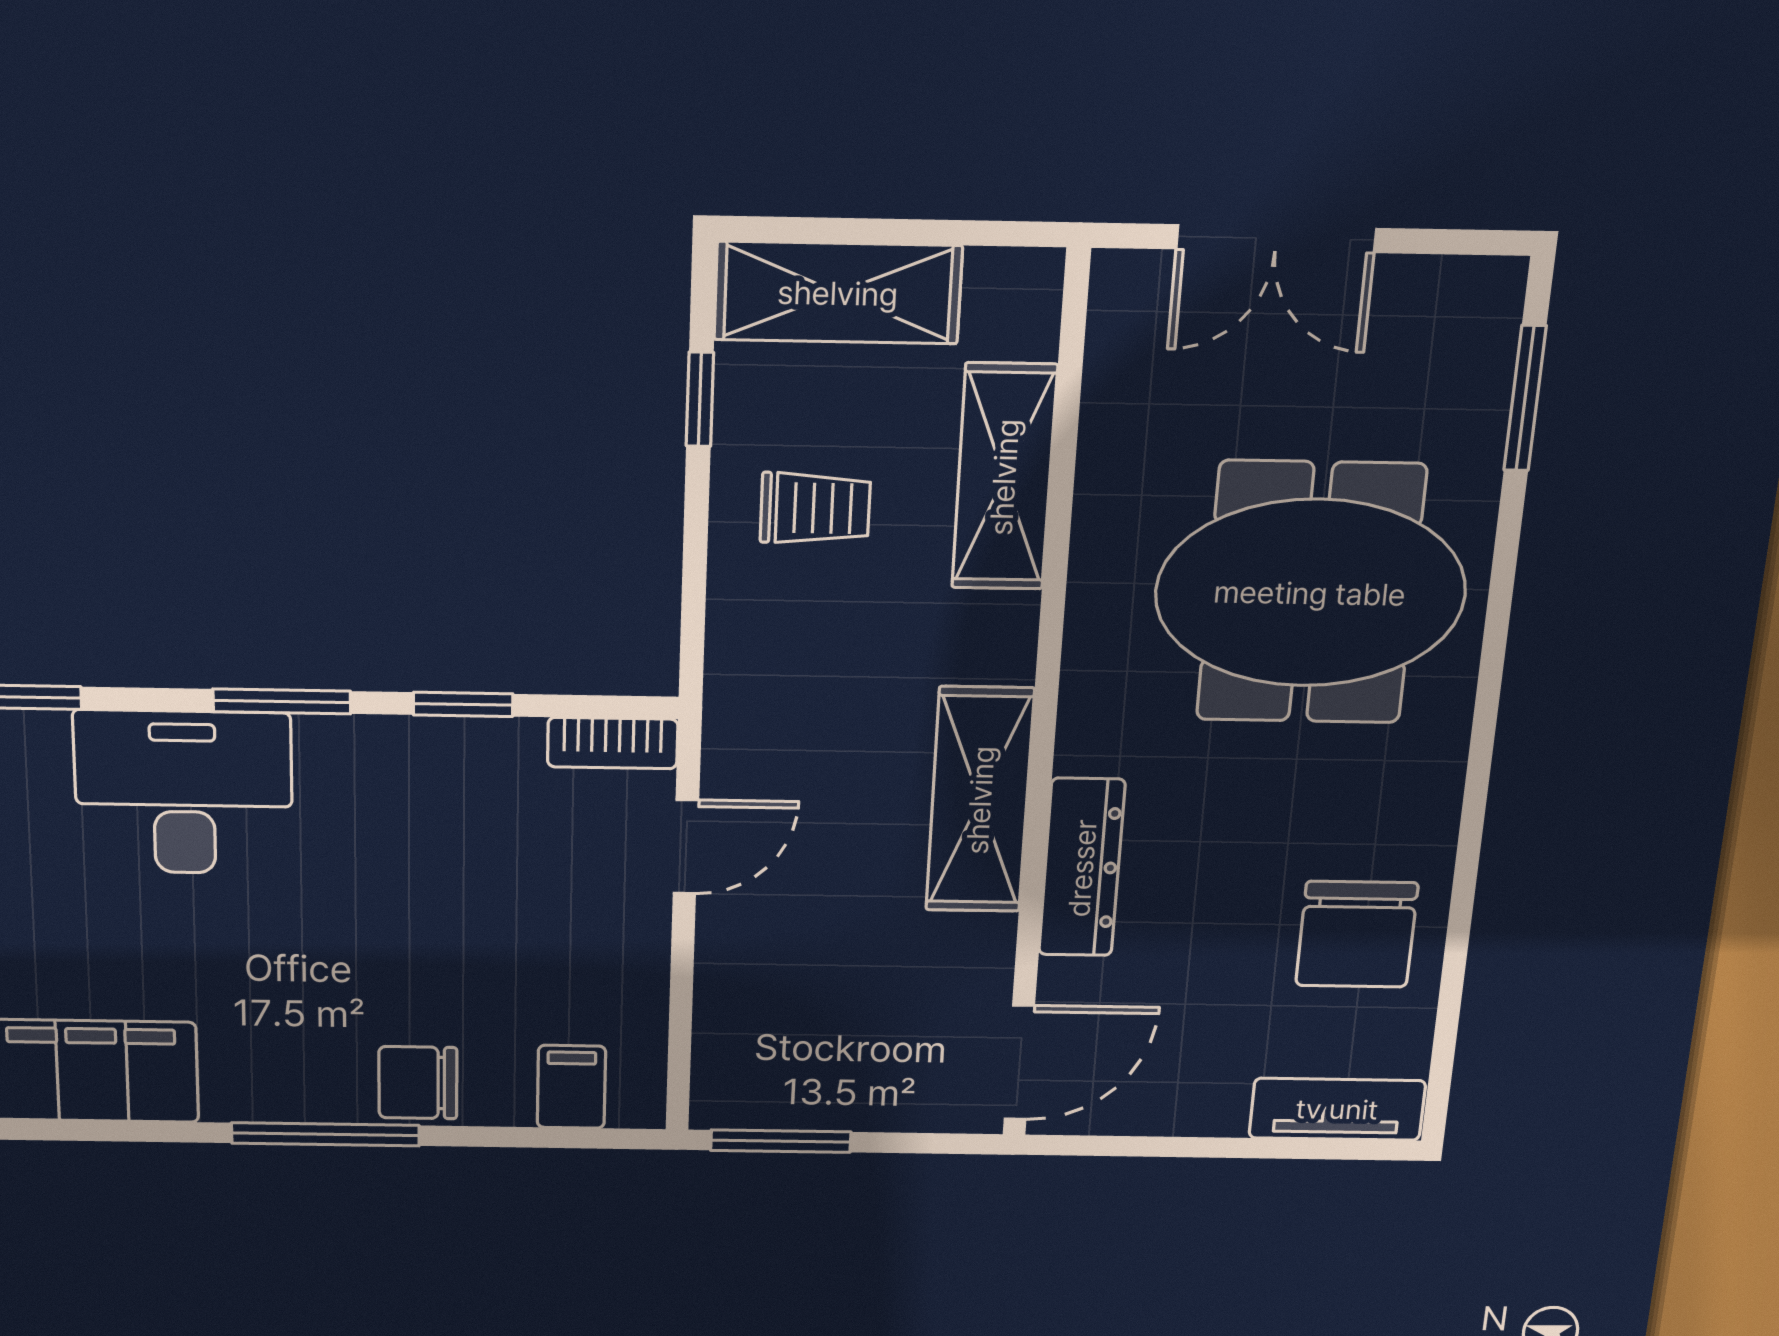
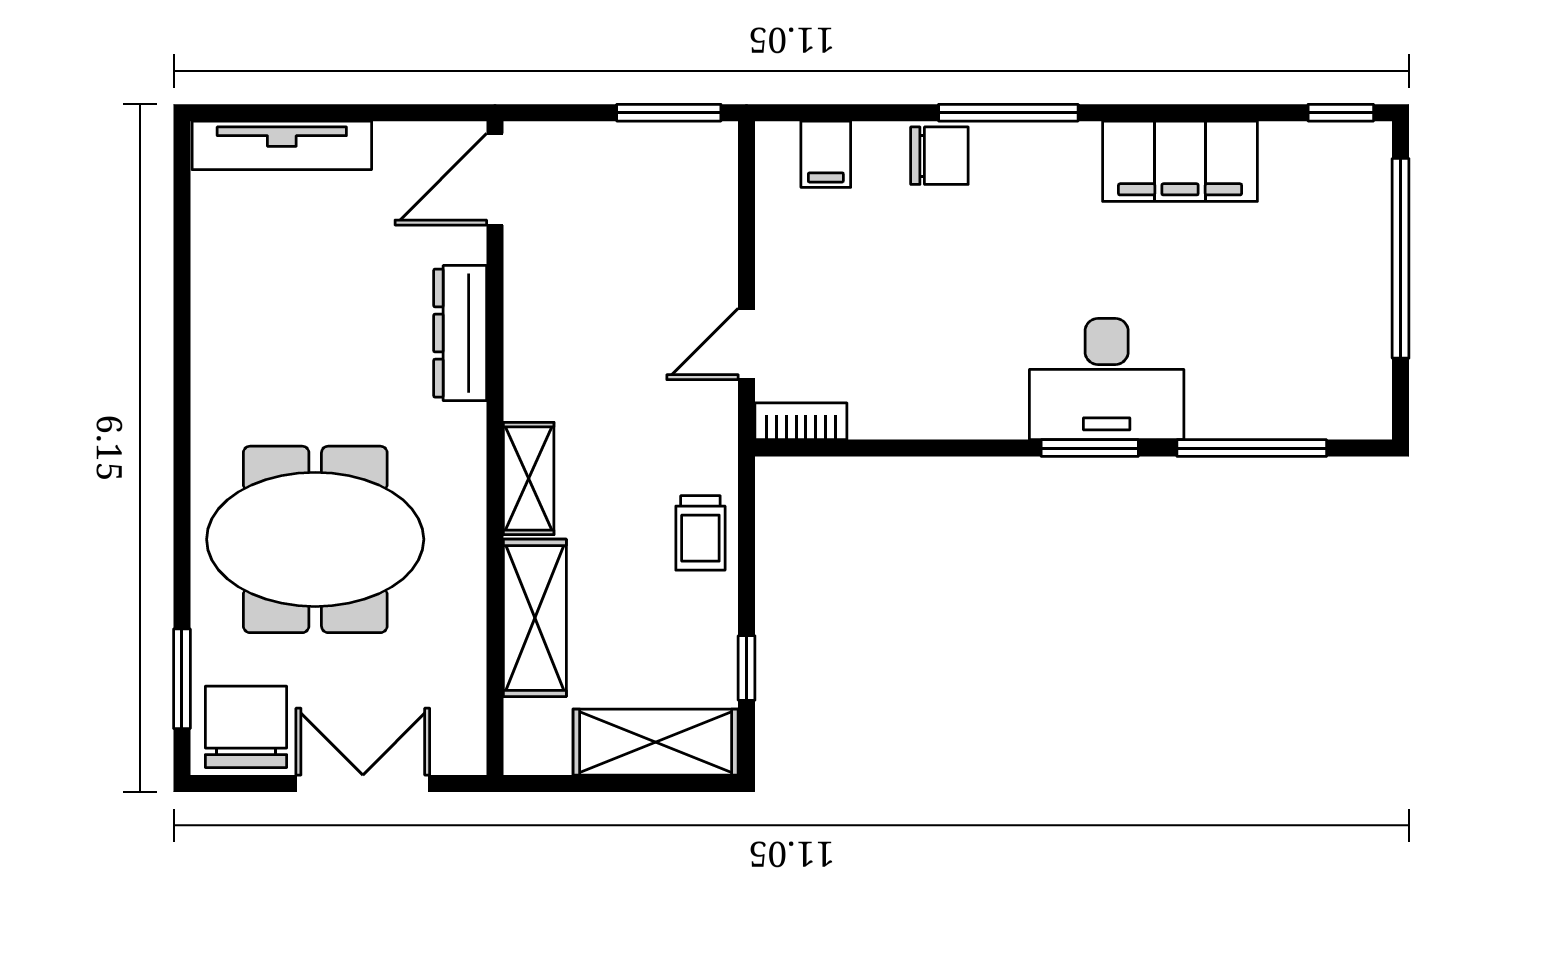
trolley: (815, 508) -> (700, 533), moved, turned -90
window: (282, 701) -> (1090, 448), moved
window: (463, 704) -> (907, 448), removed
shelving: (980, 800) -> (529, 479), moved, width x0.67, depth x0.75
chair: (1357, 934) -> (246, 727), moved
tv unit: (1337, 1109) -> (282, 145), width x1.41

